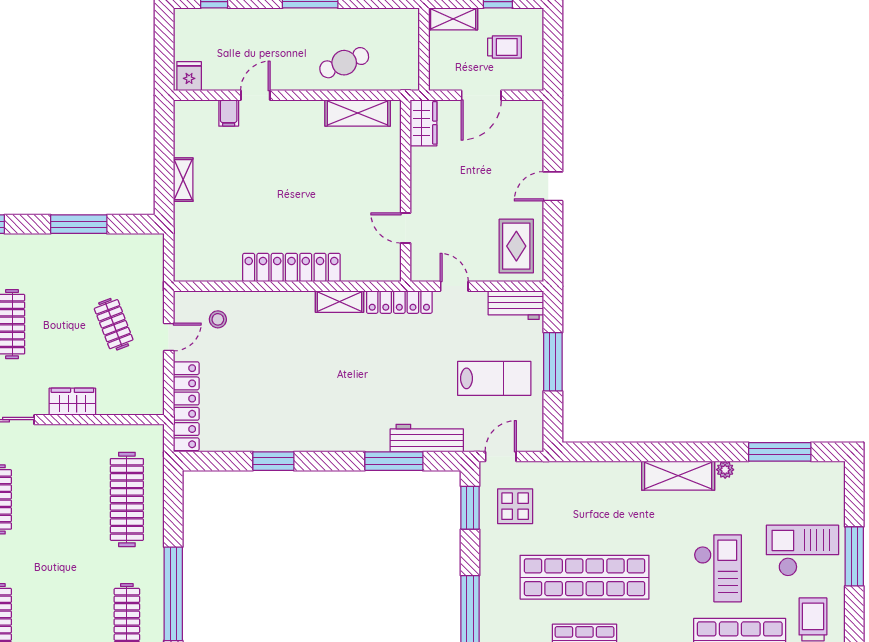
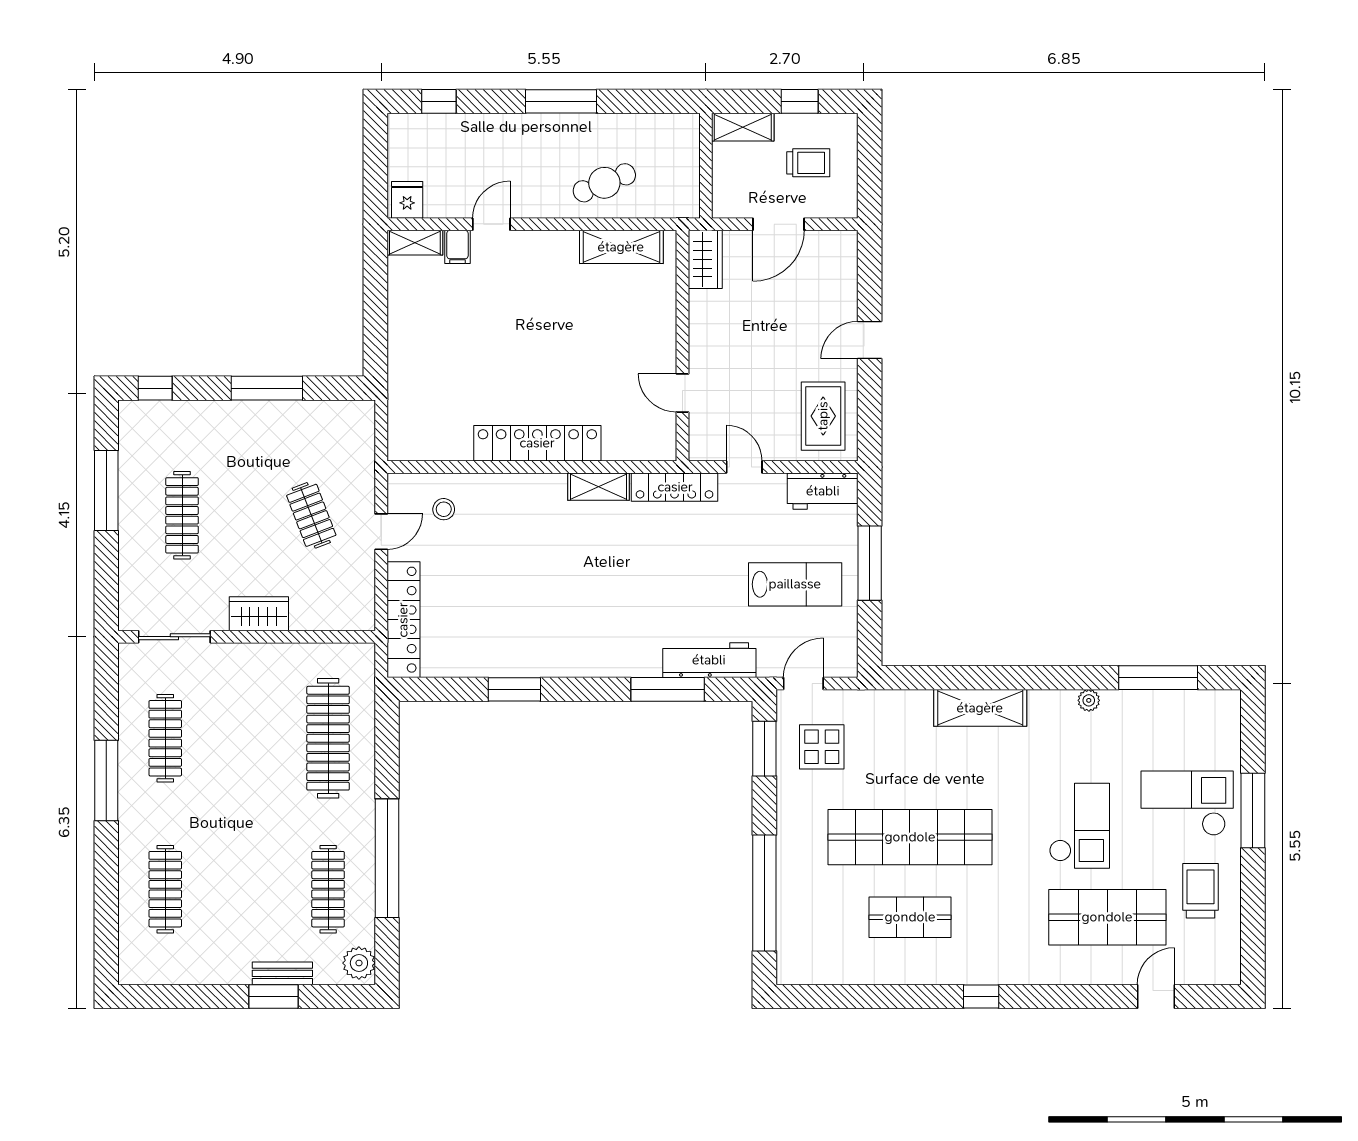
shelving: (183, 180) -> (415, 243), moved, turned 90
shelving: (678, 476) -> (980, 708), moved

